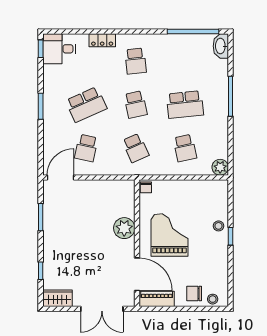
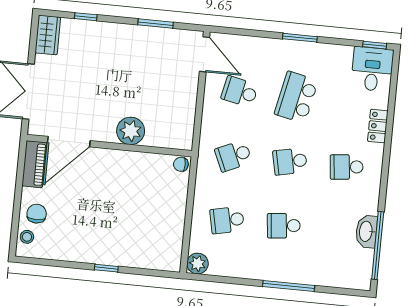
washbasin: (221, 46) -> (366, 231), moved, turned -90
school desk: (86, 105) -> (296, 97), turned 36
school desk: (185, 105) -> (284, 226), width x0.54
stool: (219, 226) -> (121, 254), removed
grand piano: (169, 235) -> (116, 189), removed

